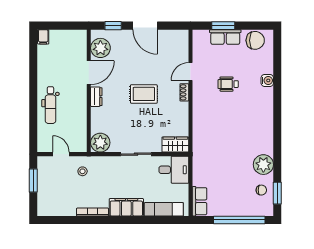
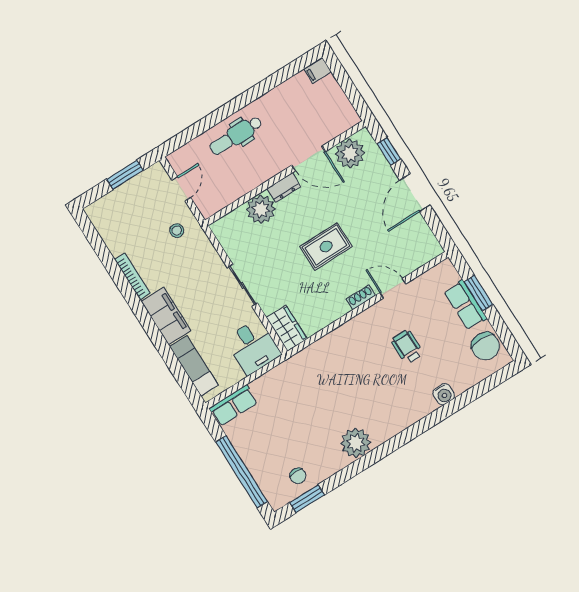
rug: (144, 94) -> (326, 247), turned 90
plant: (100, 143) -> (261, 209), moved
plant: (263, 165) -> (356, 443), moved

